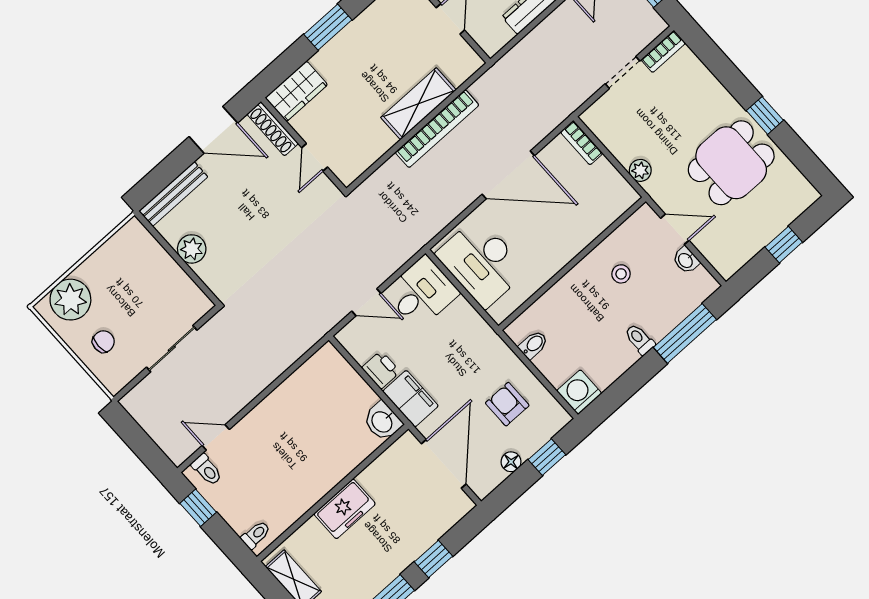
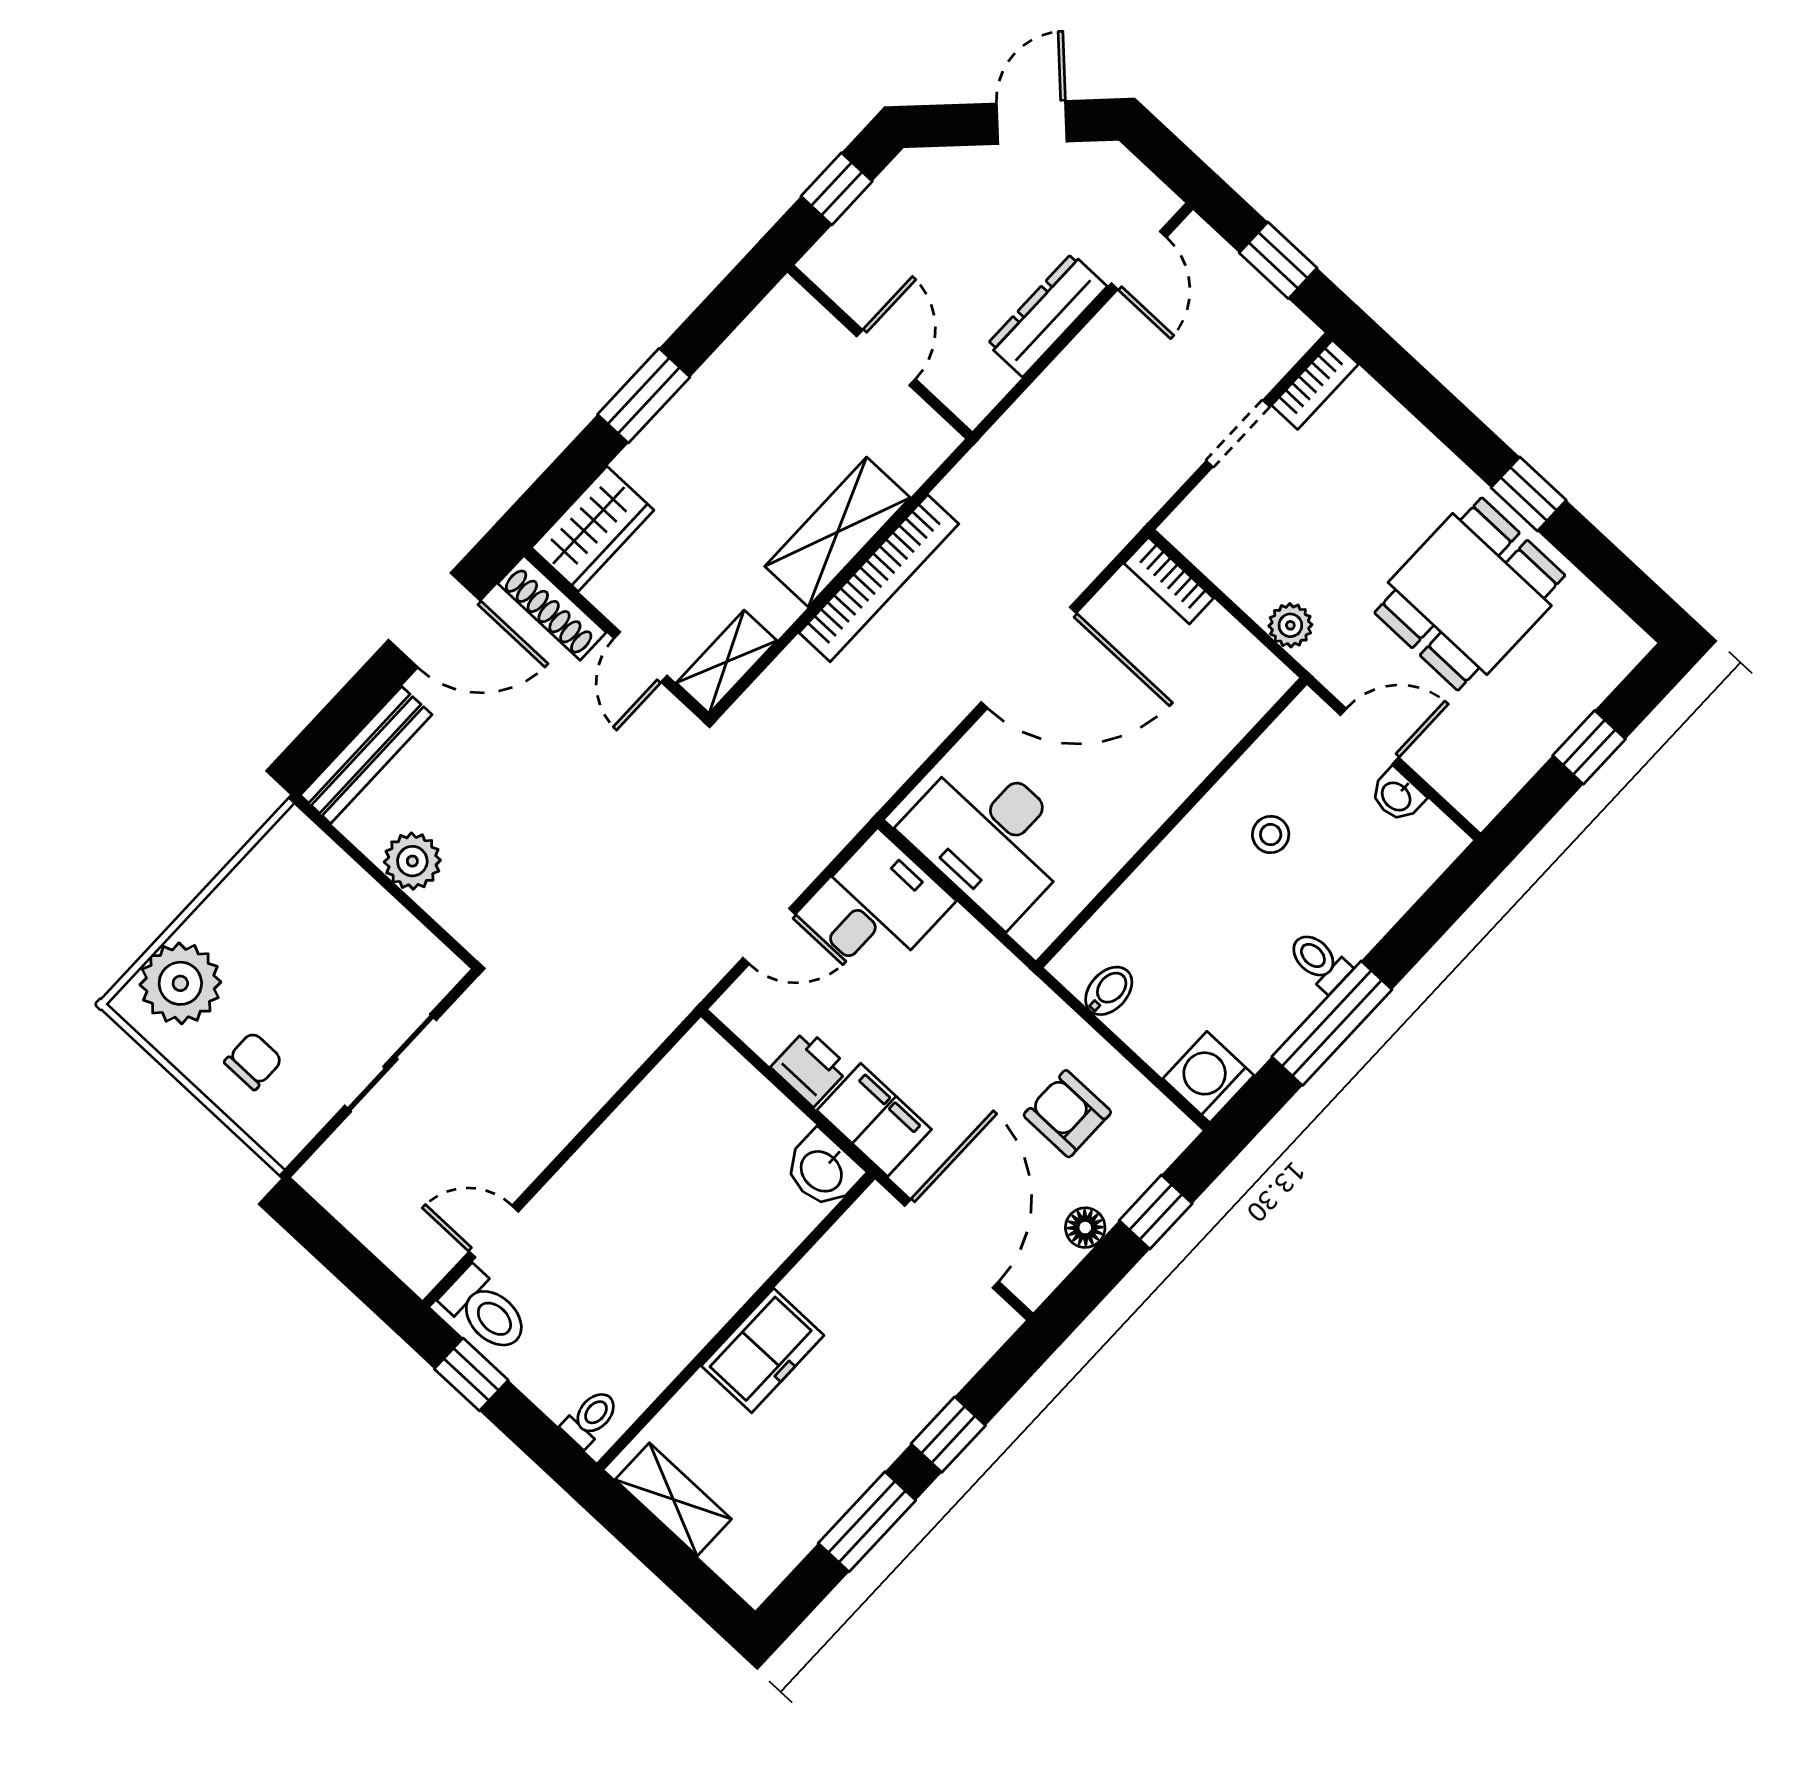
shelving: (357, 163) -> (727, 662), added
window: (685, 333) -> (1332, 1023), moved
toilet: (207, 470) -> (486, 1311), width x1.37, depth x1.39

